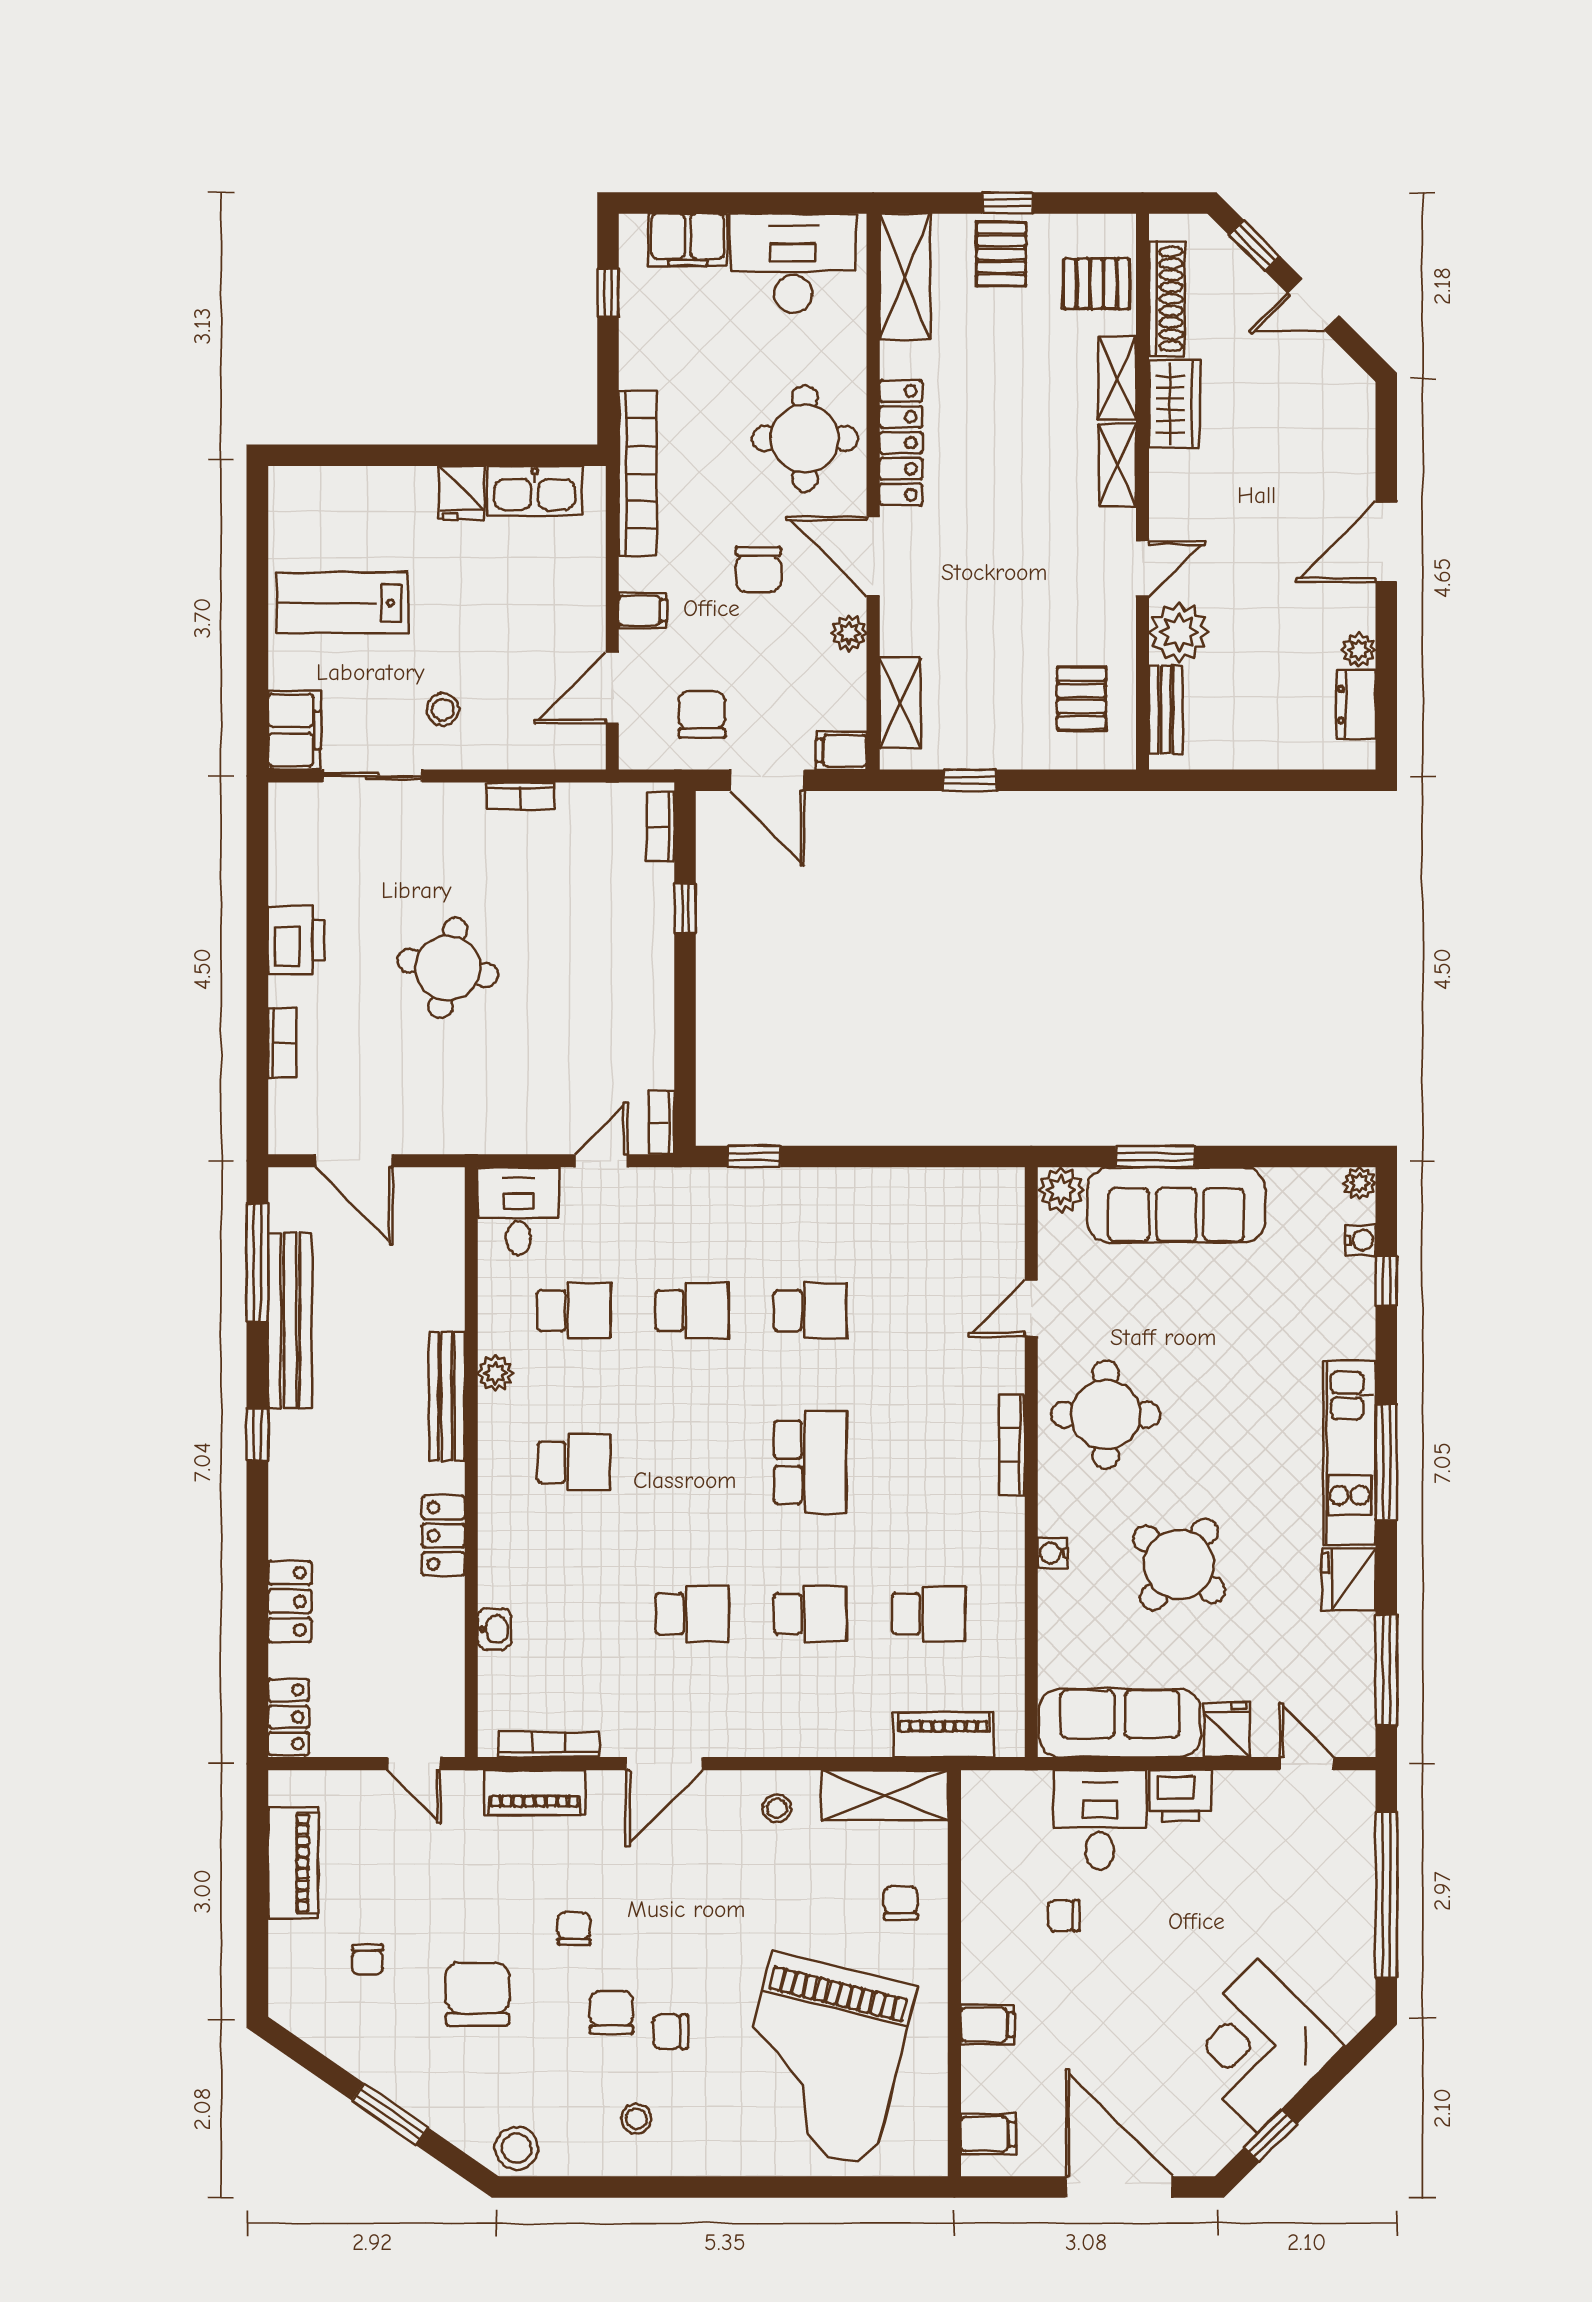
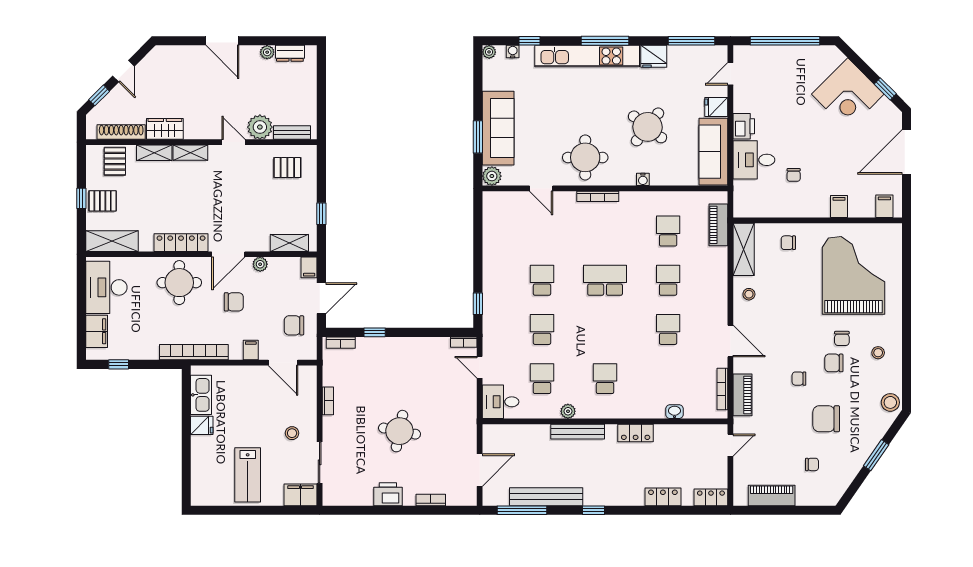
kitchen unit: (1350, 1453) -> (587, 56), width x1.36
grand piano: (822, 2060) -> (853, 275), turned -104

